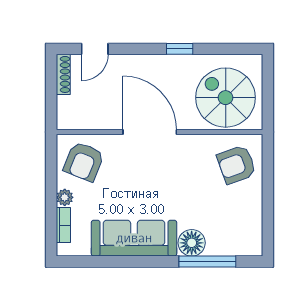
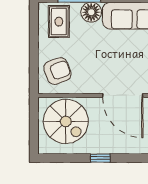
rug: (235, 230) -> (59, 22), added

